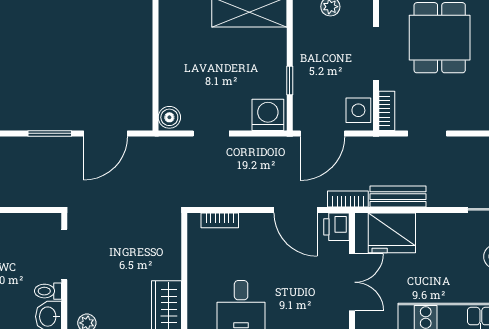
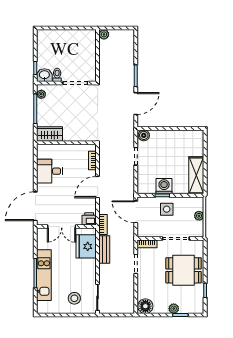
side table: (358, 110) -> (167, 209), moved
washing machine: (268, 115) -> (164, 186), moved, turned -90
door: (106, 133) -> (136, 104), swing flipped
door: (296, 210) -> (98, 187), moved

